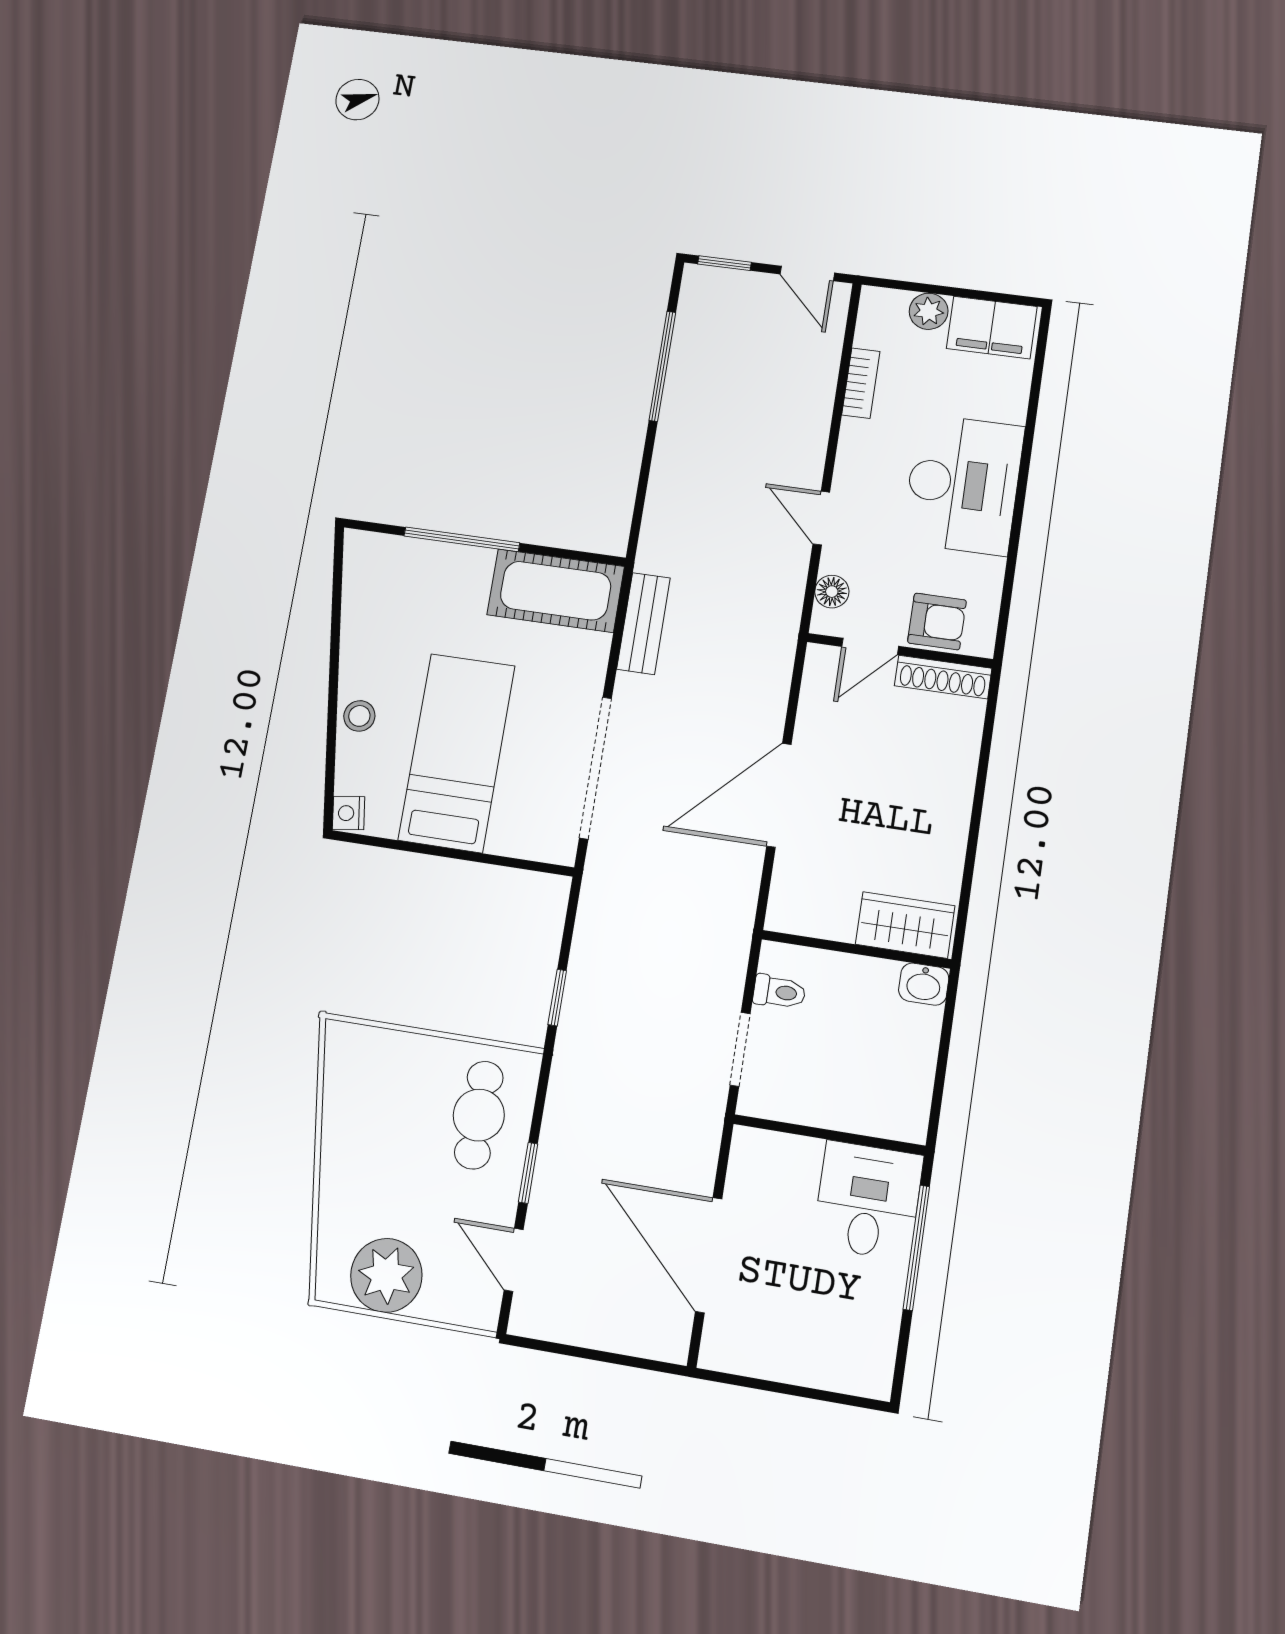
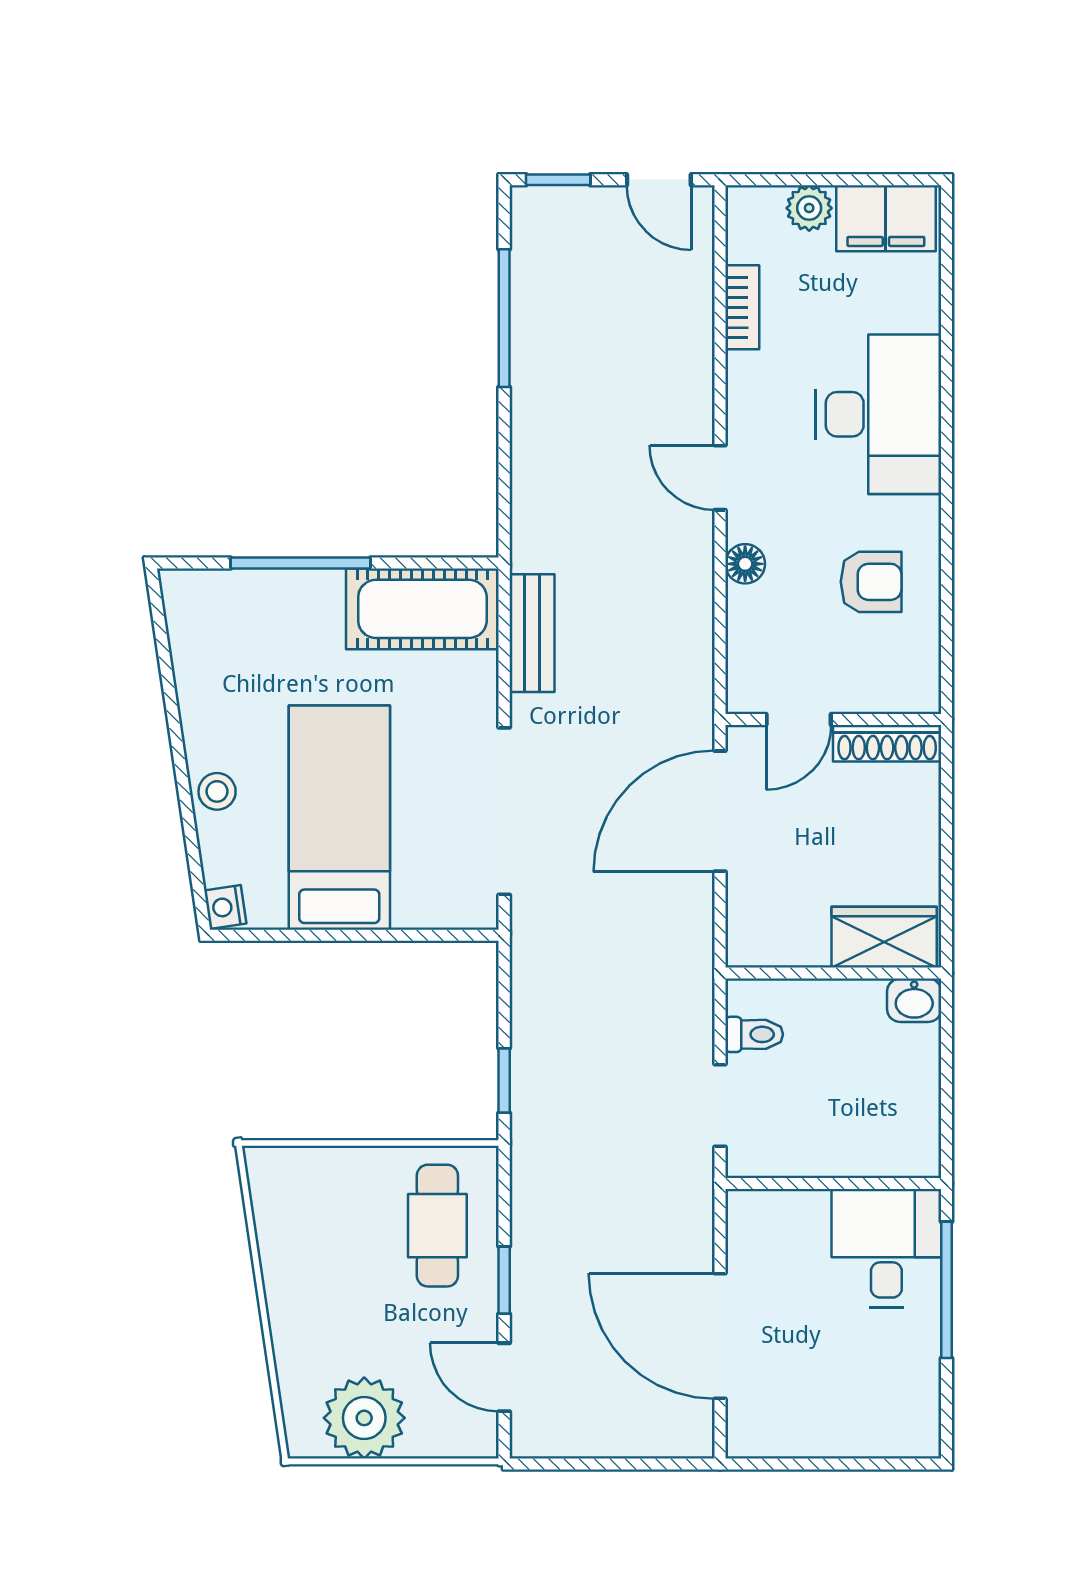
door: (870, 646) -> (799, 719), moved
wall: (900, 651) -> (833, 719), moved
shoe rack: (943, 677) -> (887, 743), moved

